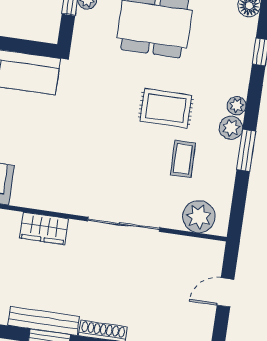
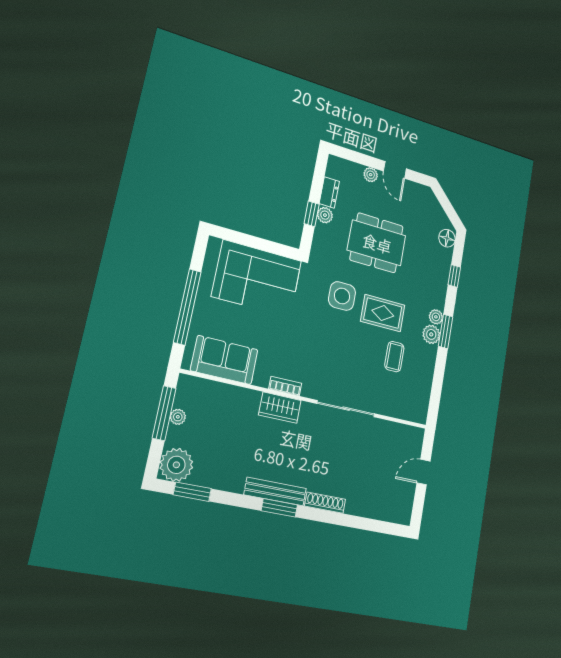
side table: (113, 93) -> (342, 296), added
window: (246, 150) -> (446, 331), moved
bookcase: (49, 204) -> (285, 386), added
plant: (199, 217) -> (405, 406), removed

